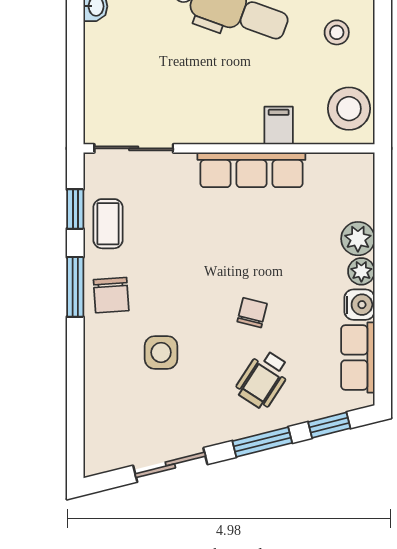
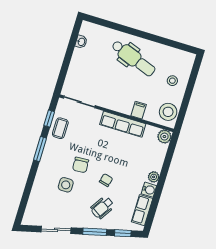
plant: (358, 239) -> (164, 137), moved
chair: (111, 295) -> (81, 165), moved

